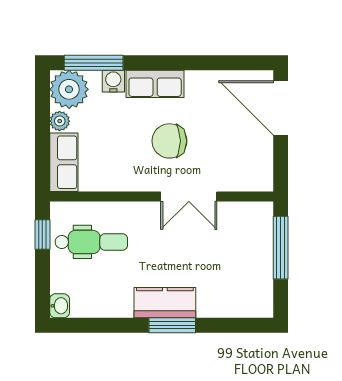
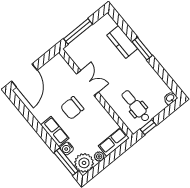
chair: (169, 141) -> (72, 108), turned 90
kitchen counter: (165, 303) -> (122, 42), moved

